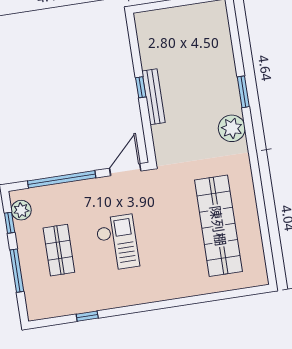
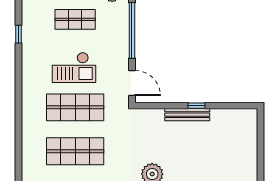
shop shelf: (218, 226) -> (75, 151), width x0.71
shop shelf: (165, 234) -> (75, 107), added

